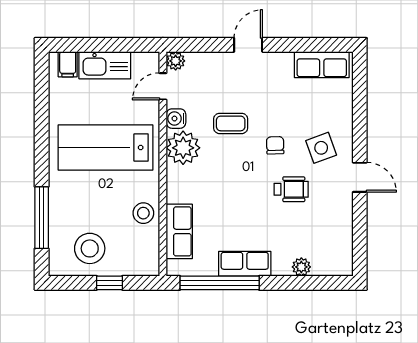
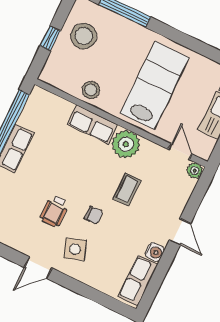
water cooler: (176, 119) -> (155, 252), moved, turned 90
row of seats: (179, 231) -> (92, 124), moved

